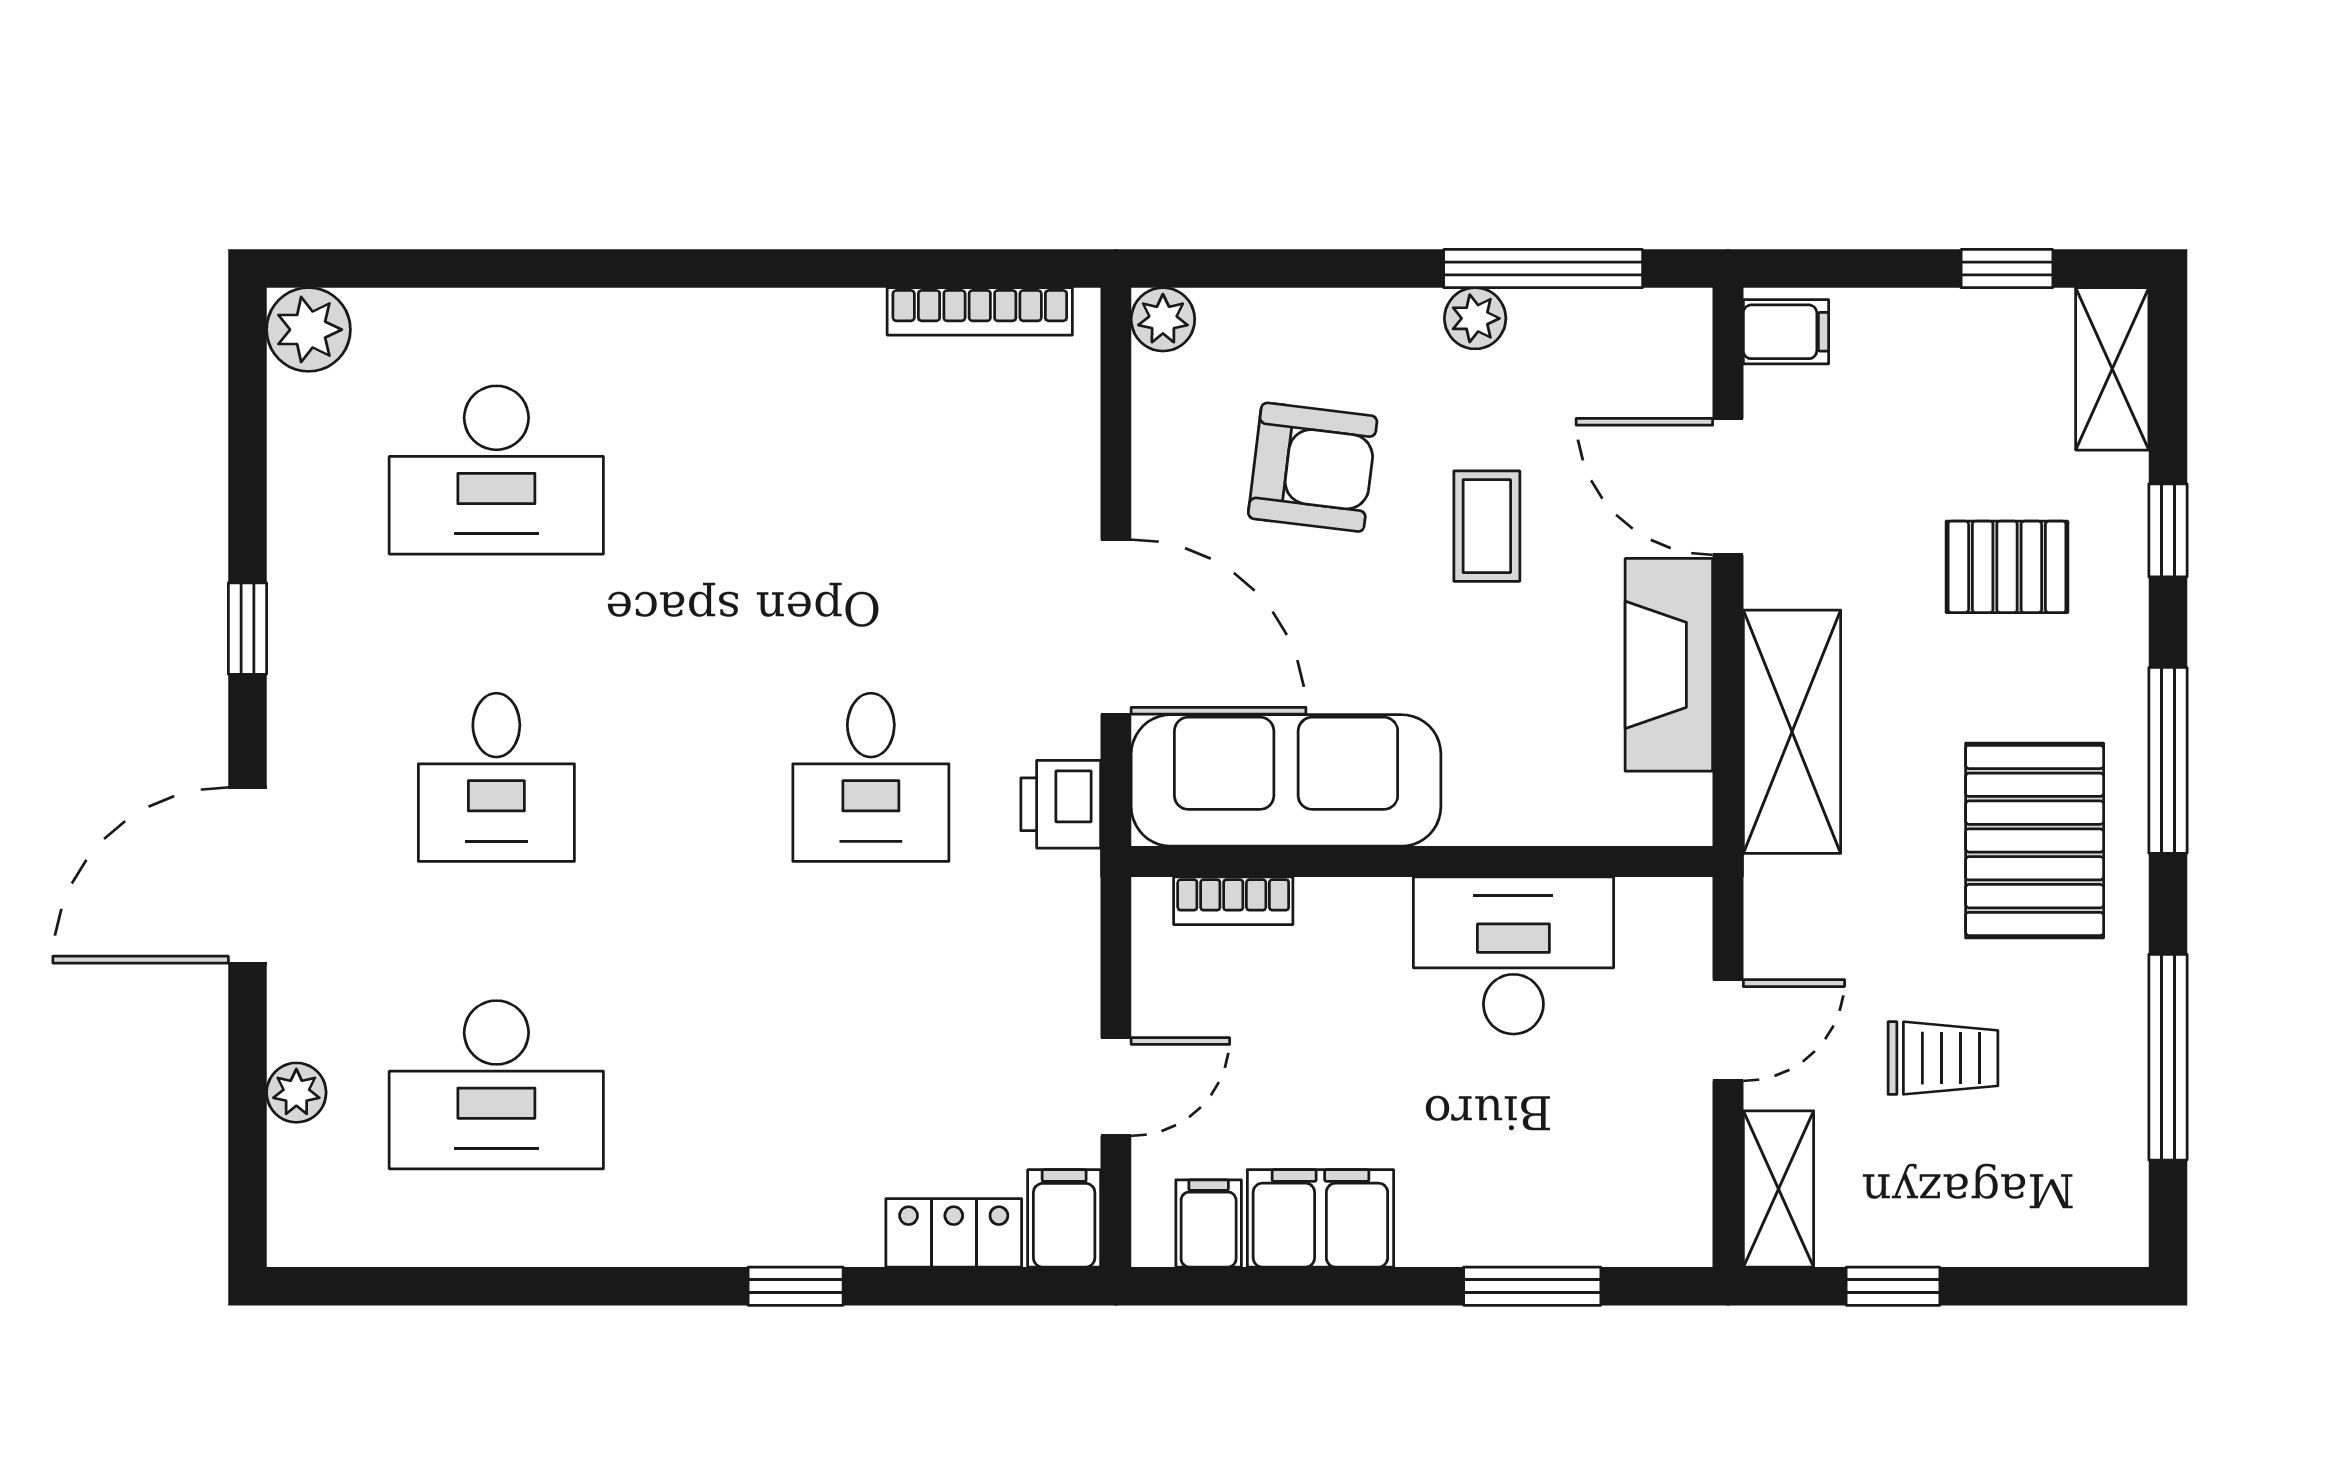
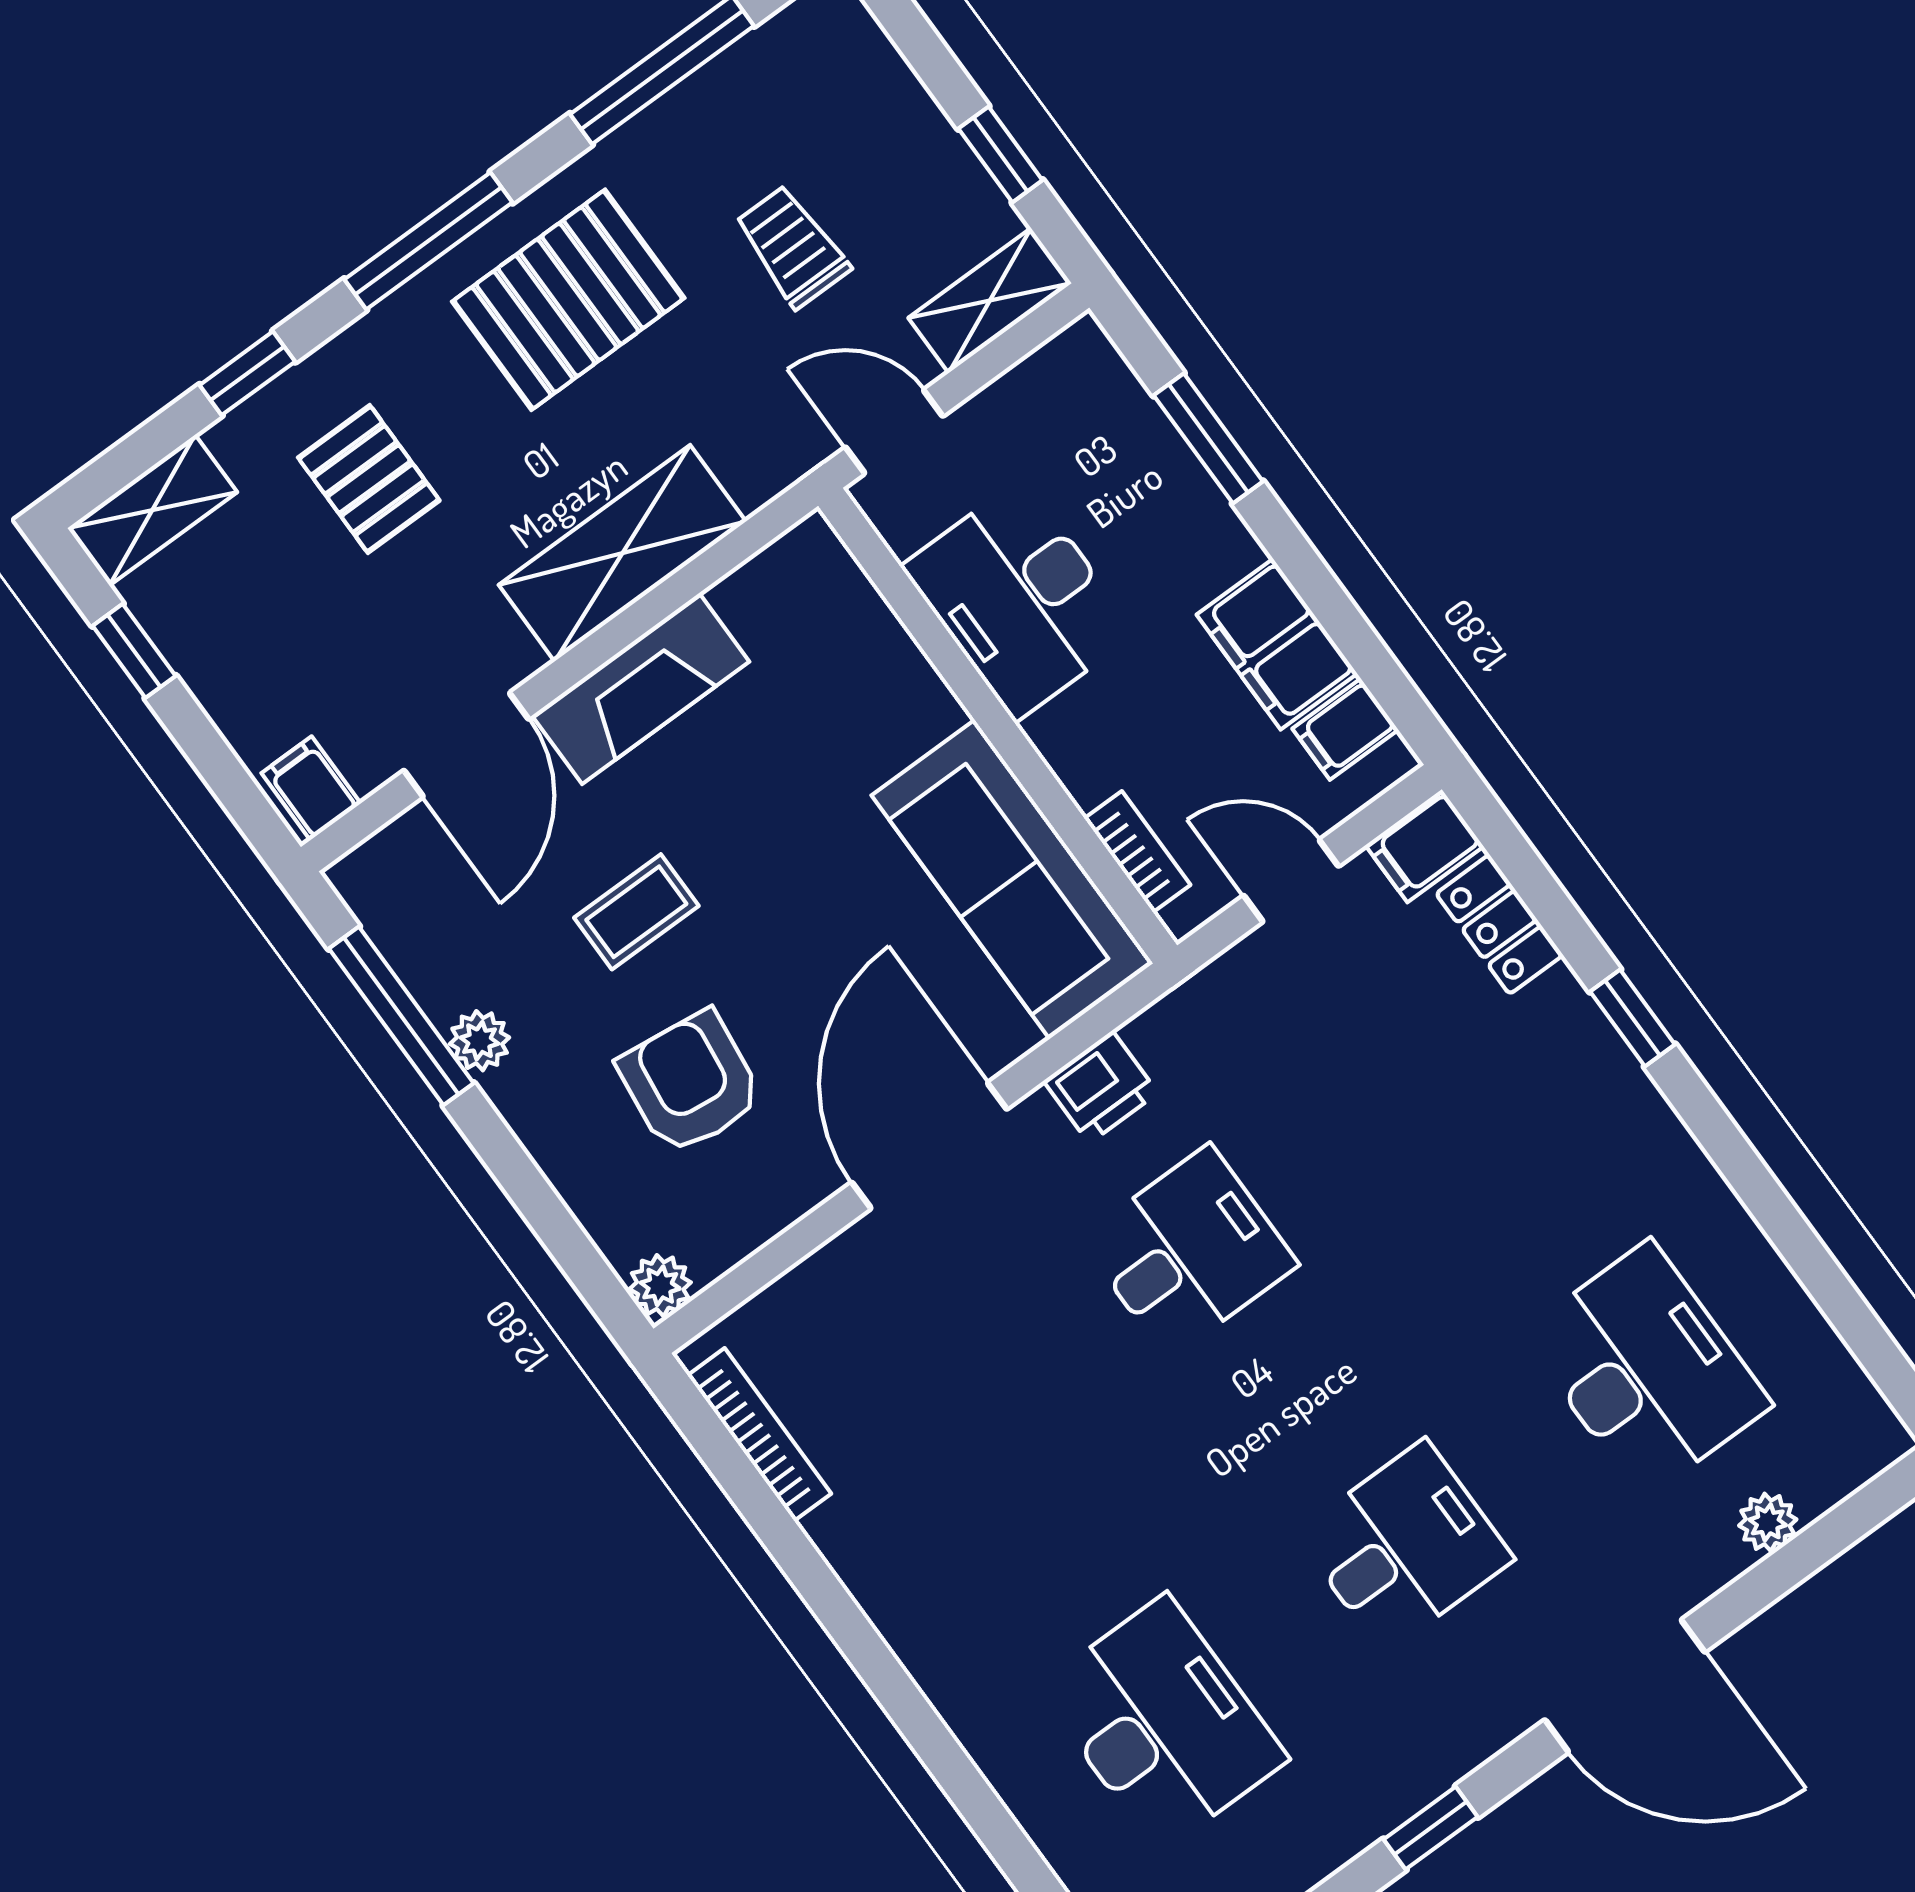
sofa: (1286, 780) -> (1012, 879), moved
wall: (1422, 861) -> (998, 726), moved
bookcase: (1233, 901) -> (1137, 852), moved
desk: (1513, 955) -> (1019, 600), moved

